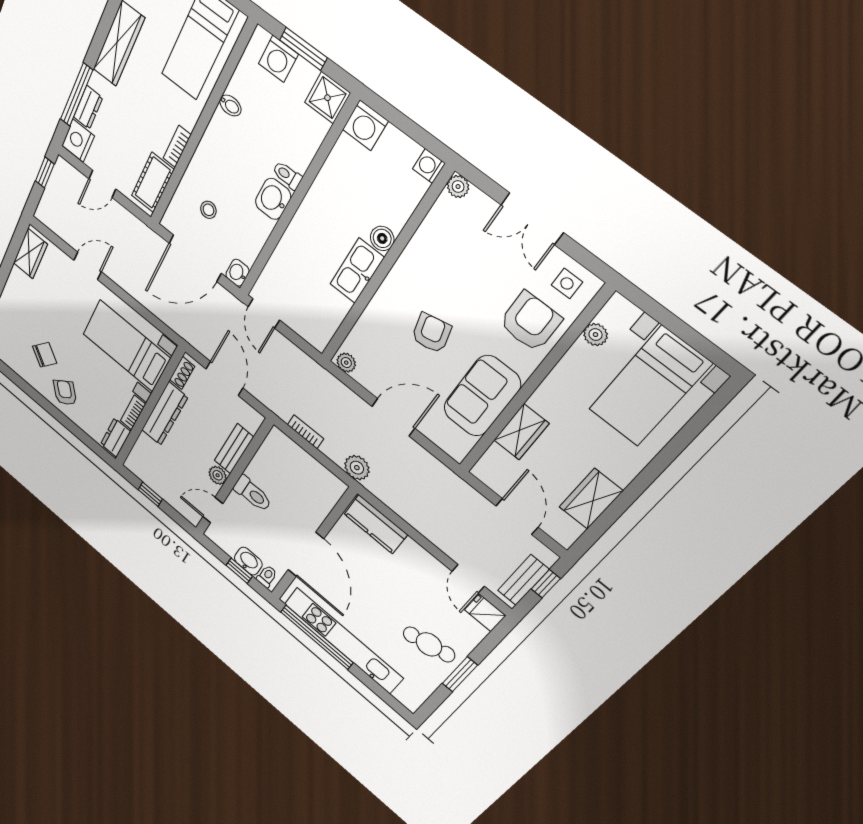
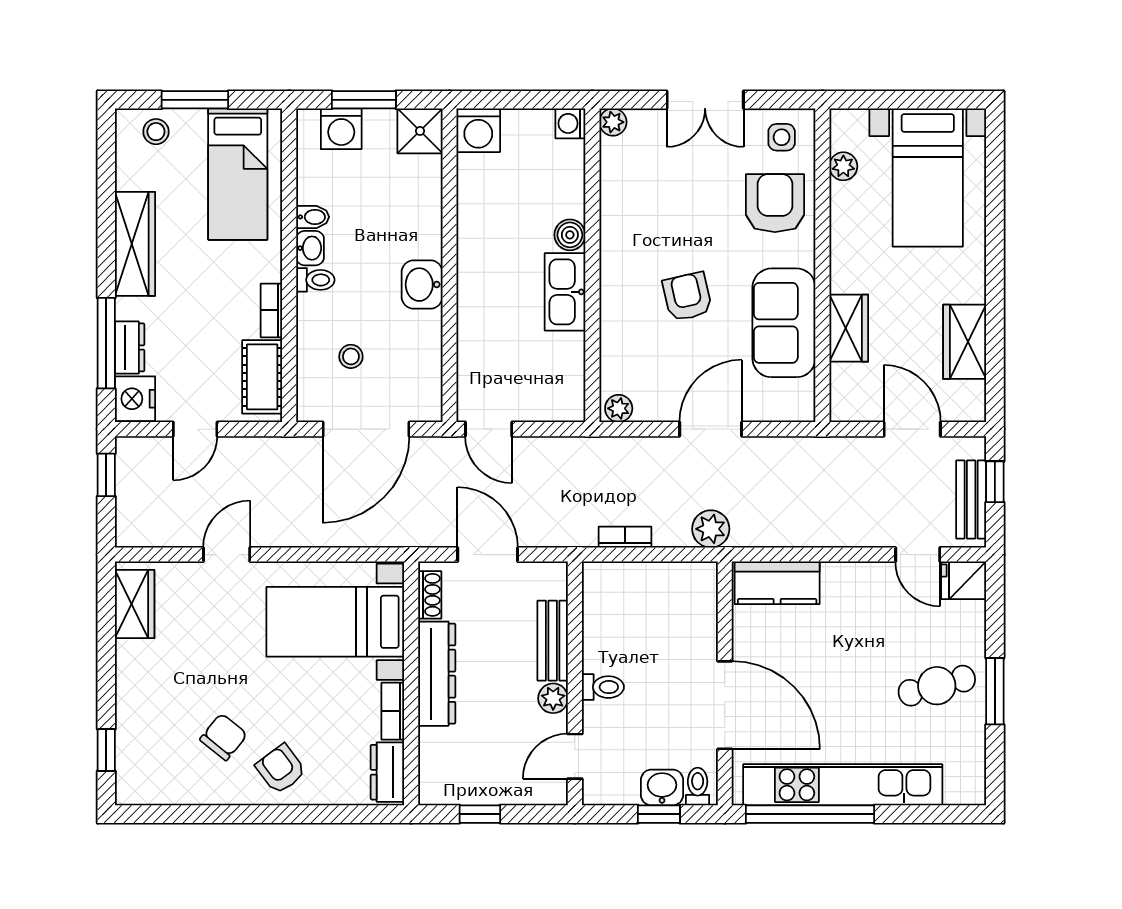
toilet: (287, 175) -> (315, 280), moved, turned 180
washbasin: (237, 273) -> (310, 248), moved, turned 180
toilet: (252, 494) -> (603, 687), width x0.73, depth x0.72

